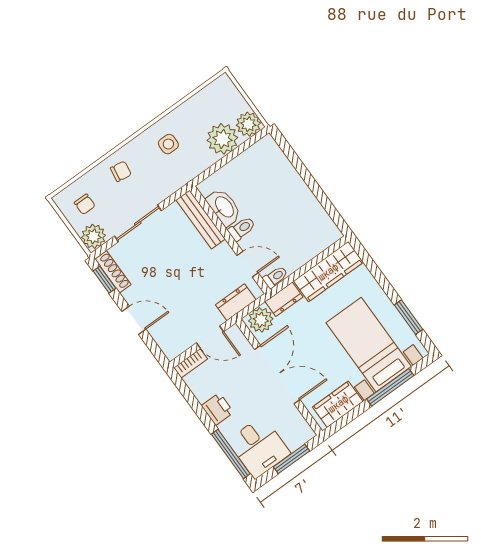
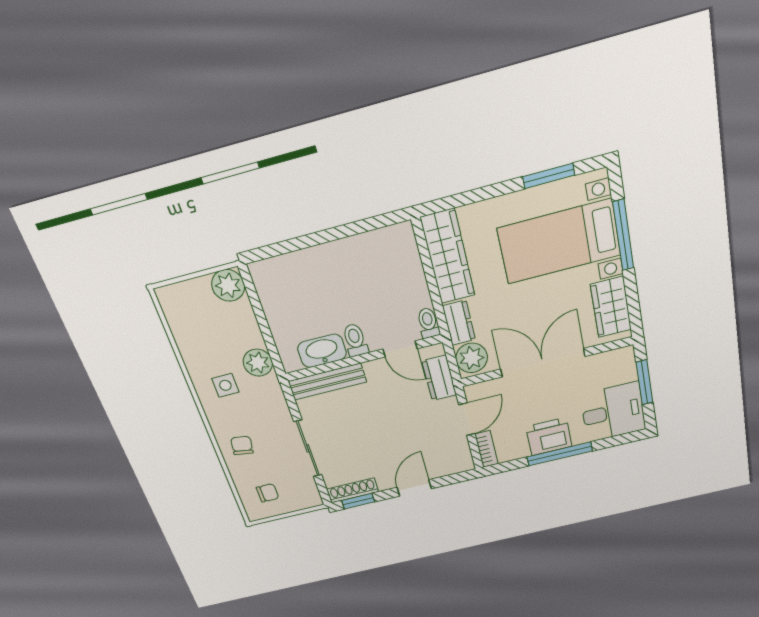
plant: (222, 139) -> (258, 363), moved, width x0.73, depth x0.73
plant: (94, 236) -> (306, 496), removed
door: (247, 264) -> (400, 349), swing flipped
printer: (217, 409) -> (549, 437), width x1.36, depth x1.24
window: (231, 454) -> (560, 454), moved

